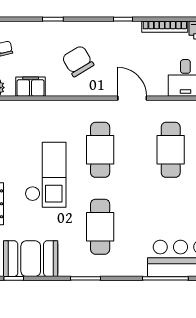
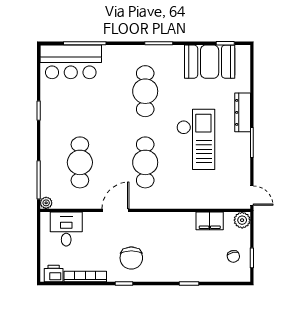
chair: (78, 61) -> (131, 258), moved, turned 31
door: (132, 98) -> (116, 210), swing flipped
checkout: (46, 175) -> (196, 139), turned 180

